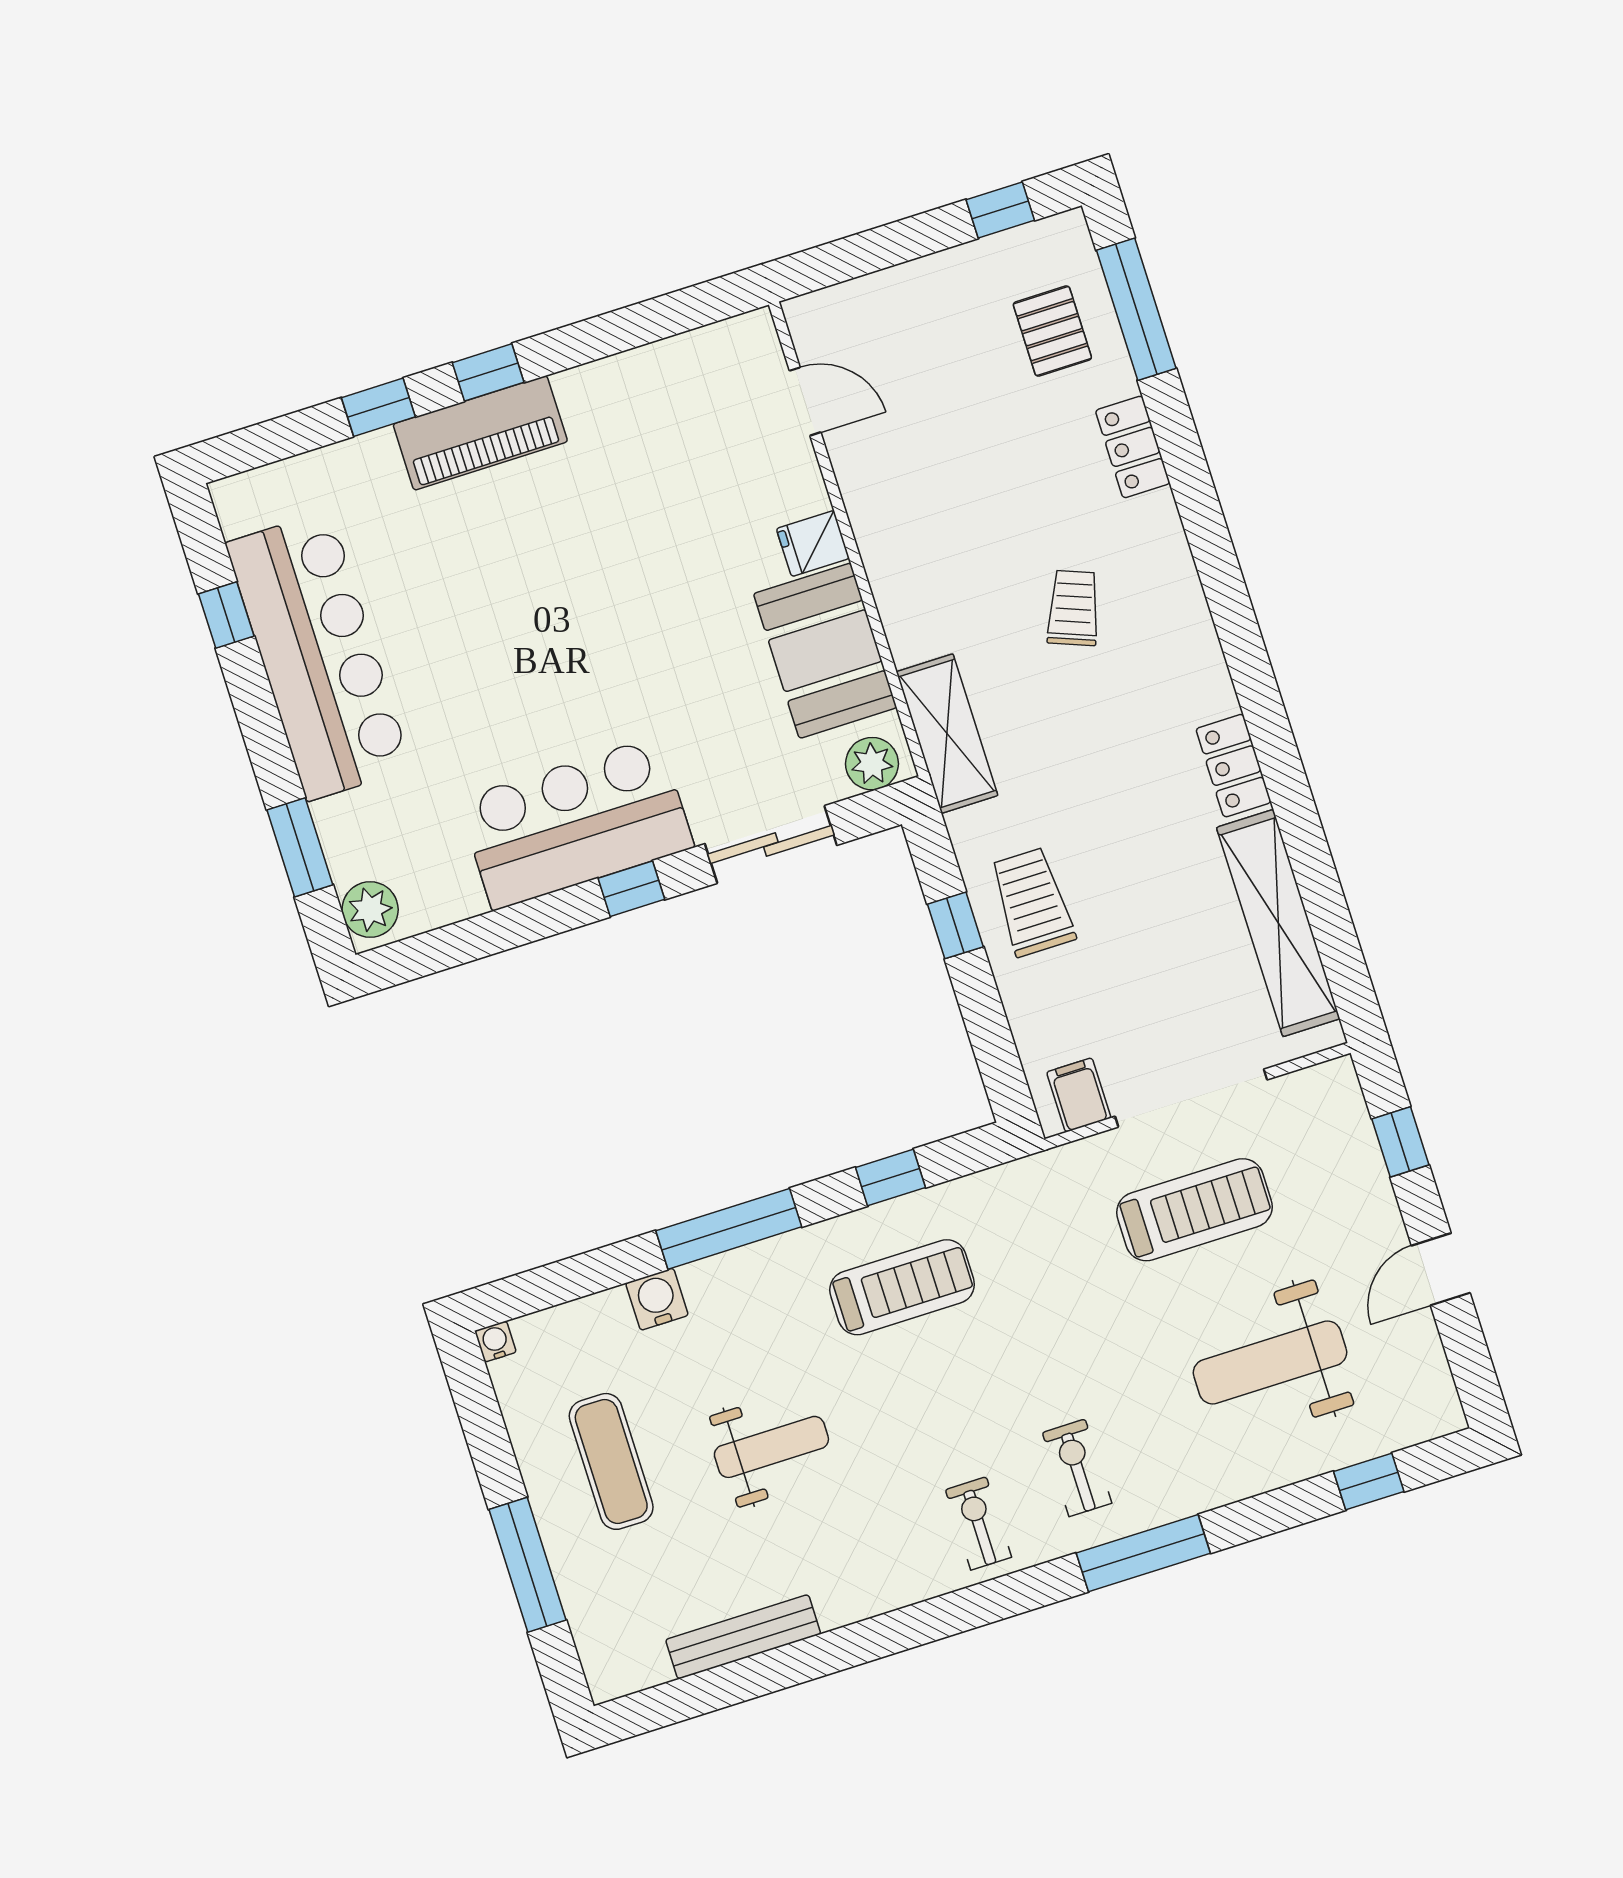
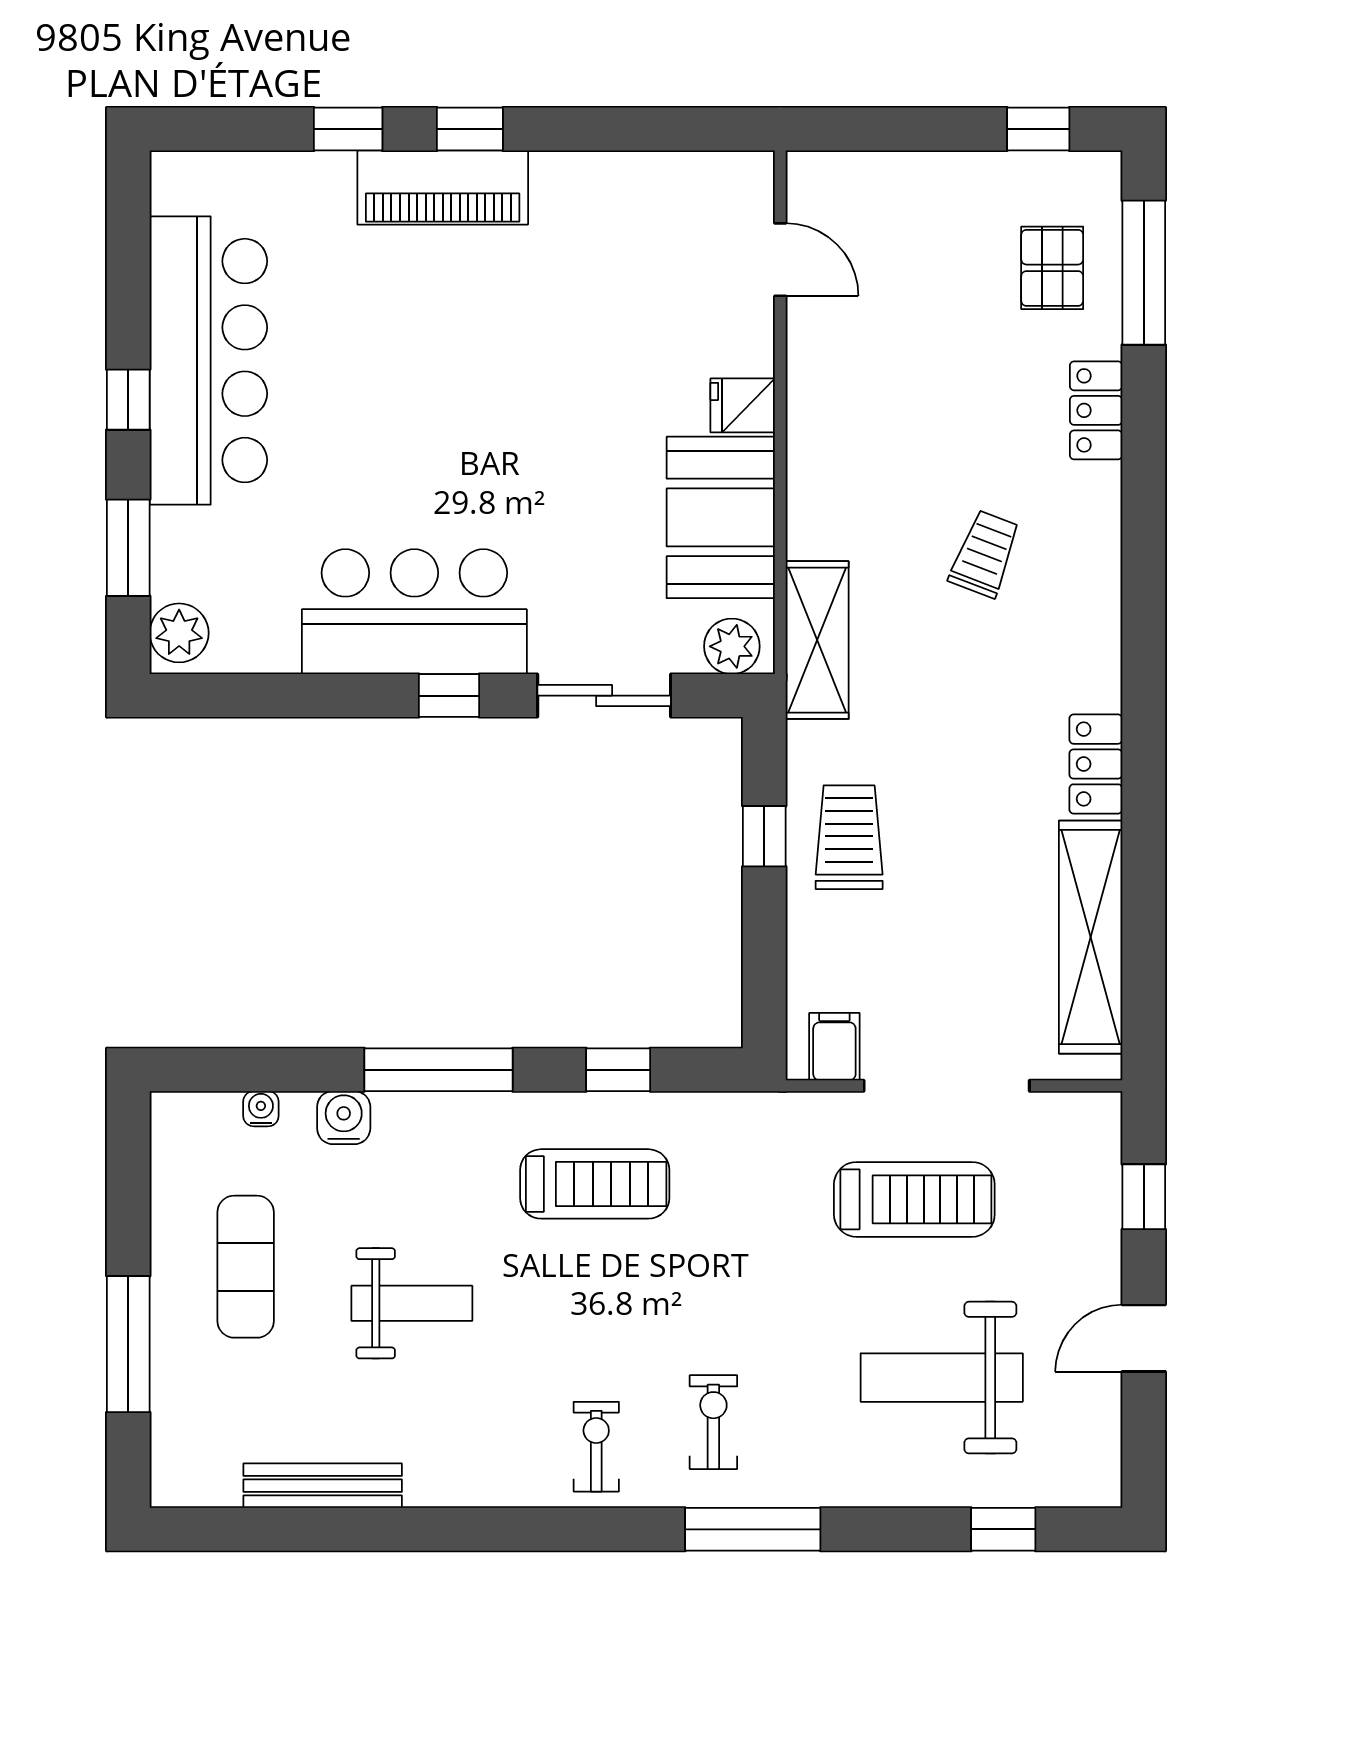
window: (226, 615) -> (128, 400), moved
water cooler: (495, 1342) -> (261, 1109), moved

